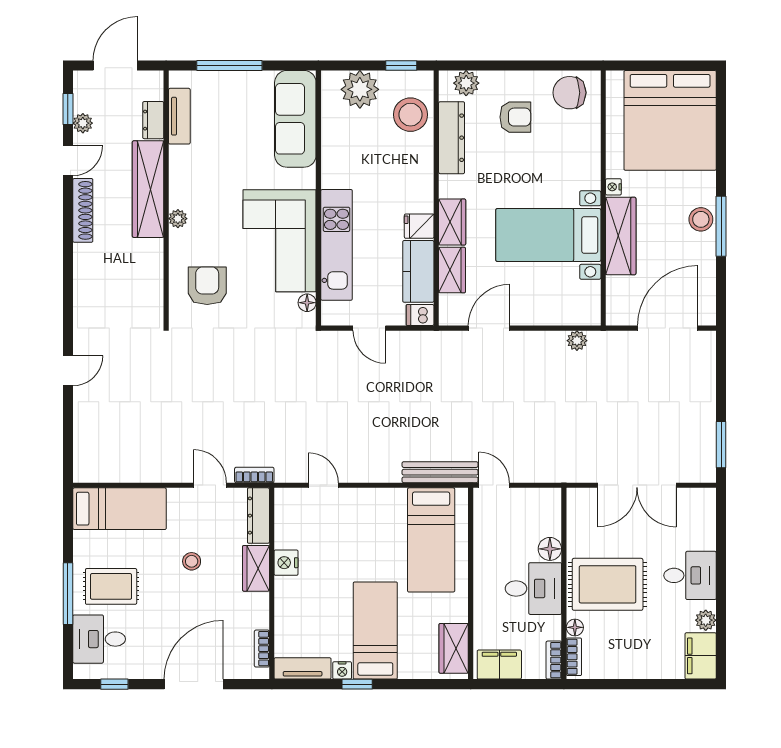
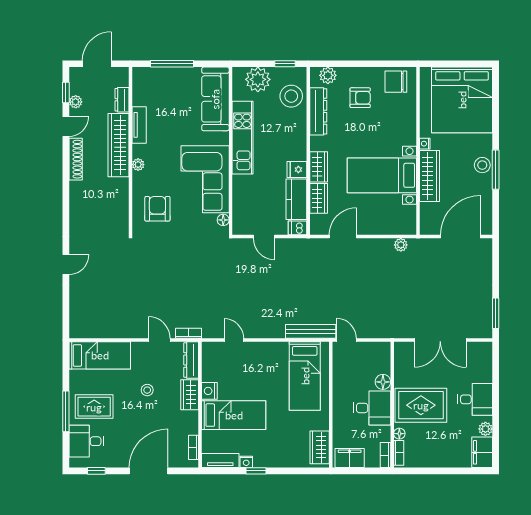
tv unit: (179, 116) -> (139, 125), moved
kitchen unit: (337, 245) -> (243, 138), moved
bed: (375, 630) -> (234, 415), moved, turned 90

